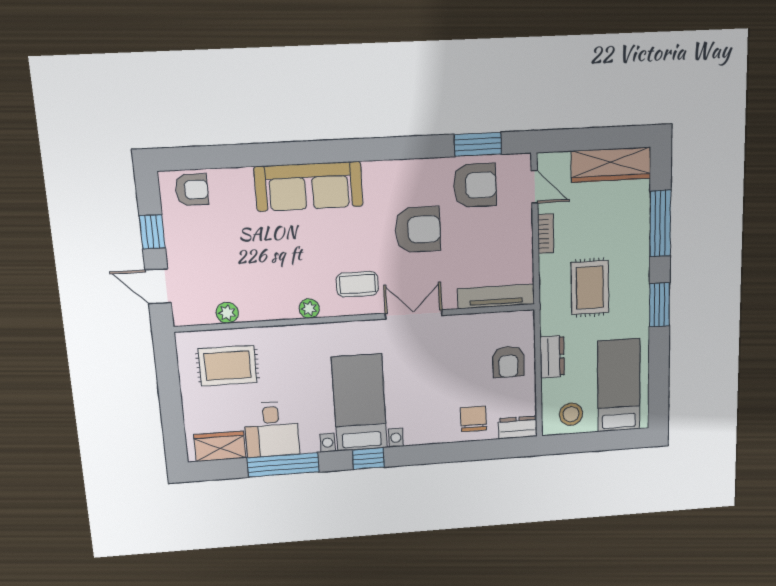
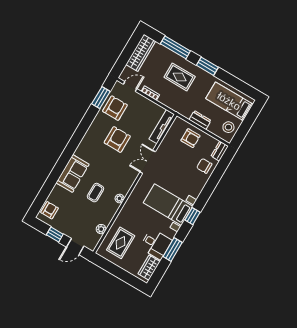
sofa: (309, 186) -> (73, 173), width x0.73
coffee table: (357, 284) -> (95, 193), moved
rug: (590, 288) -> (180, 77), moved
window: (283, 465) -> (173, 250), width x0.69

